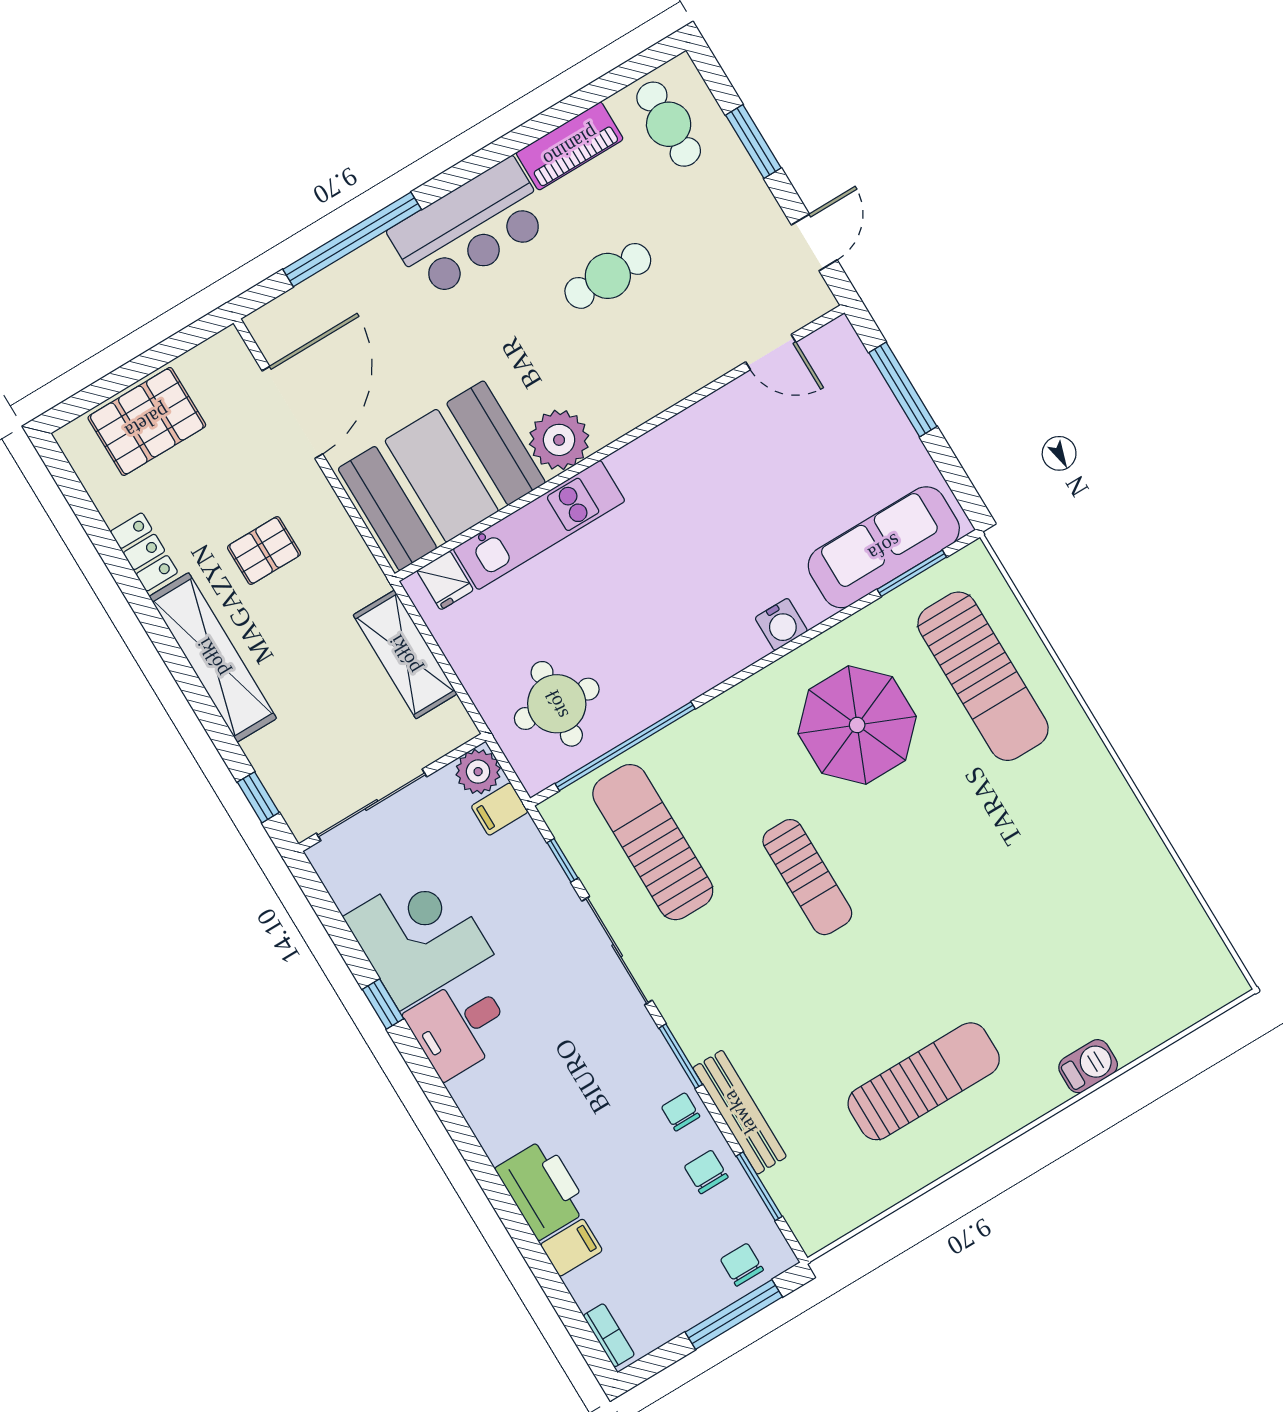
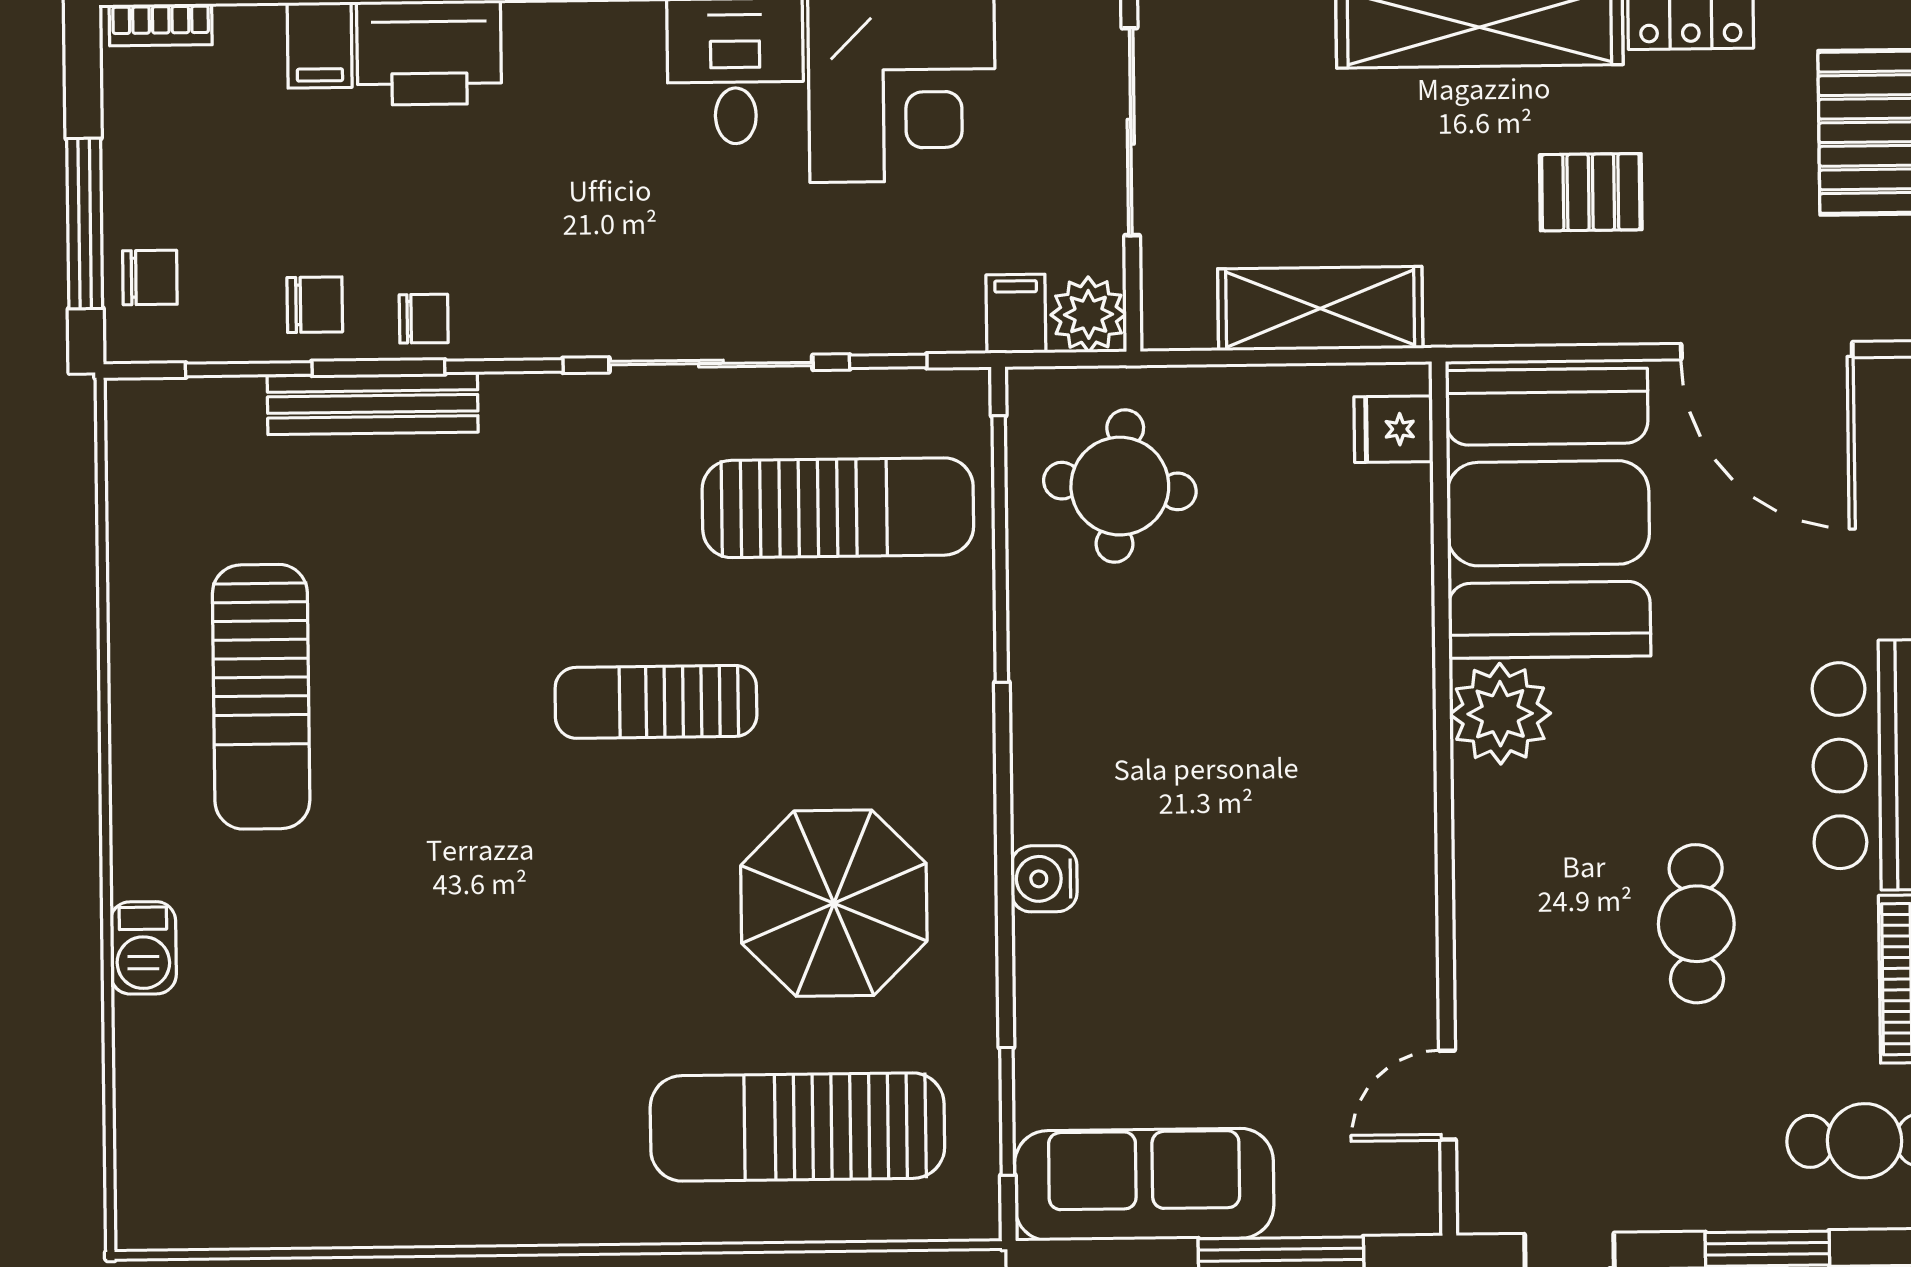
kitchen unit: (539, 525) -> (1394, 612), removed
sofa: (884, 547) -> (1144, 1184), moved, turned -90
pallet: (264, 551) -> (1591, 192), turned 90

